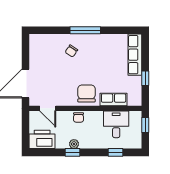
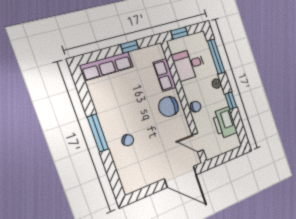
door: (48, 108) -> (198, 143), swing flipped
printer: (42, 139) -> (225, 123), moved
plant: (74, 144) -> (216, 84), moved
window: (116, 152) -> (216, 57), width x2.17

